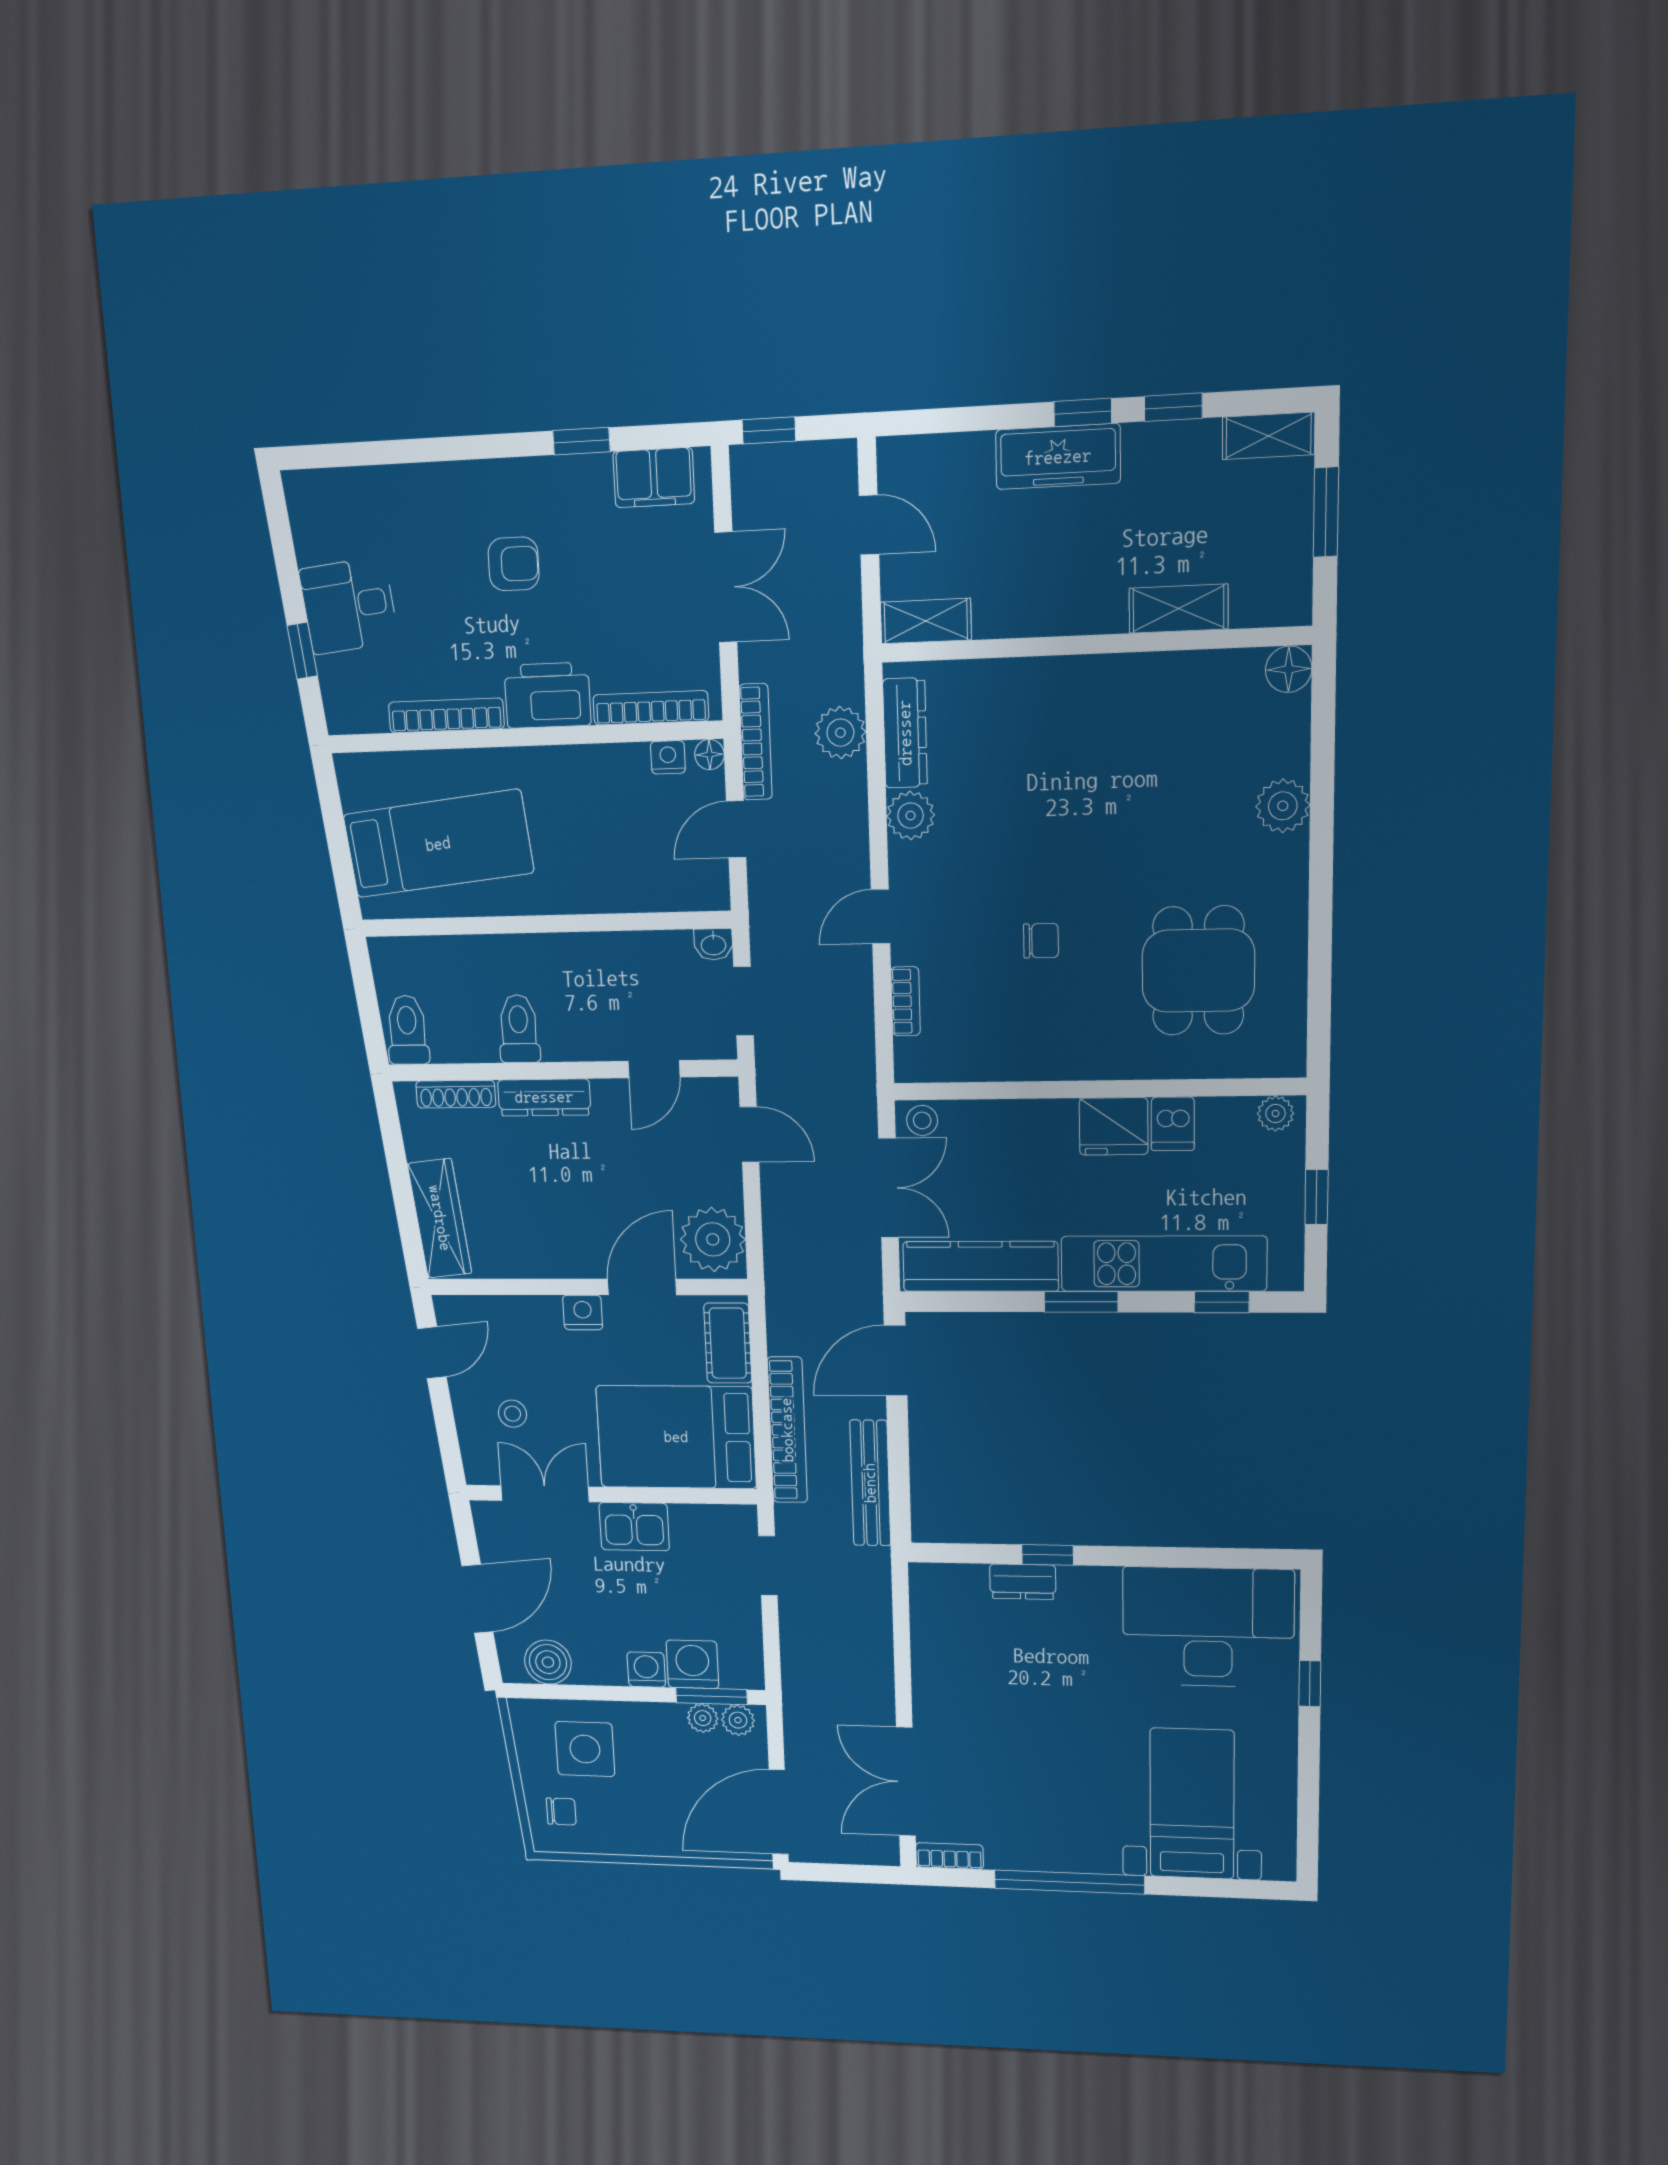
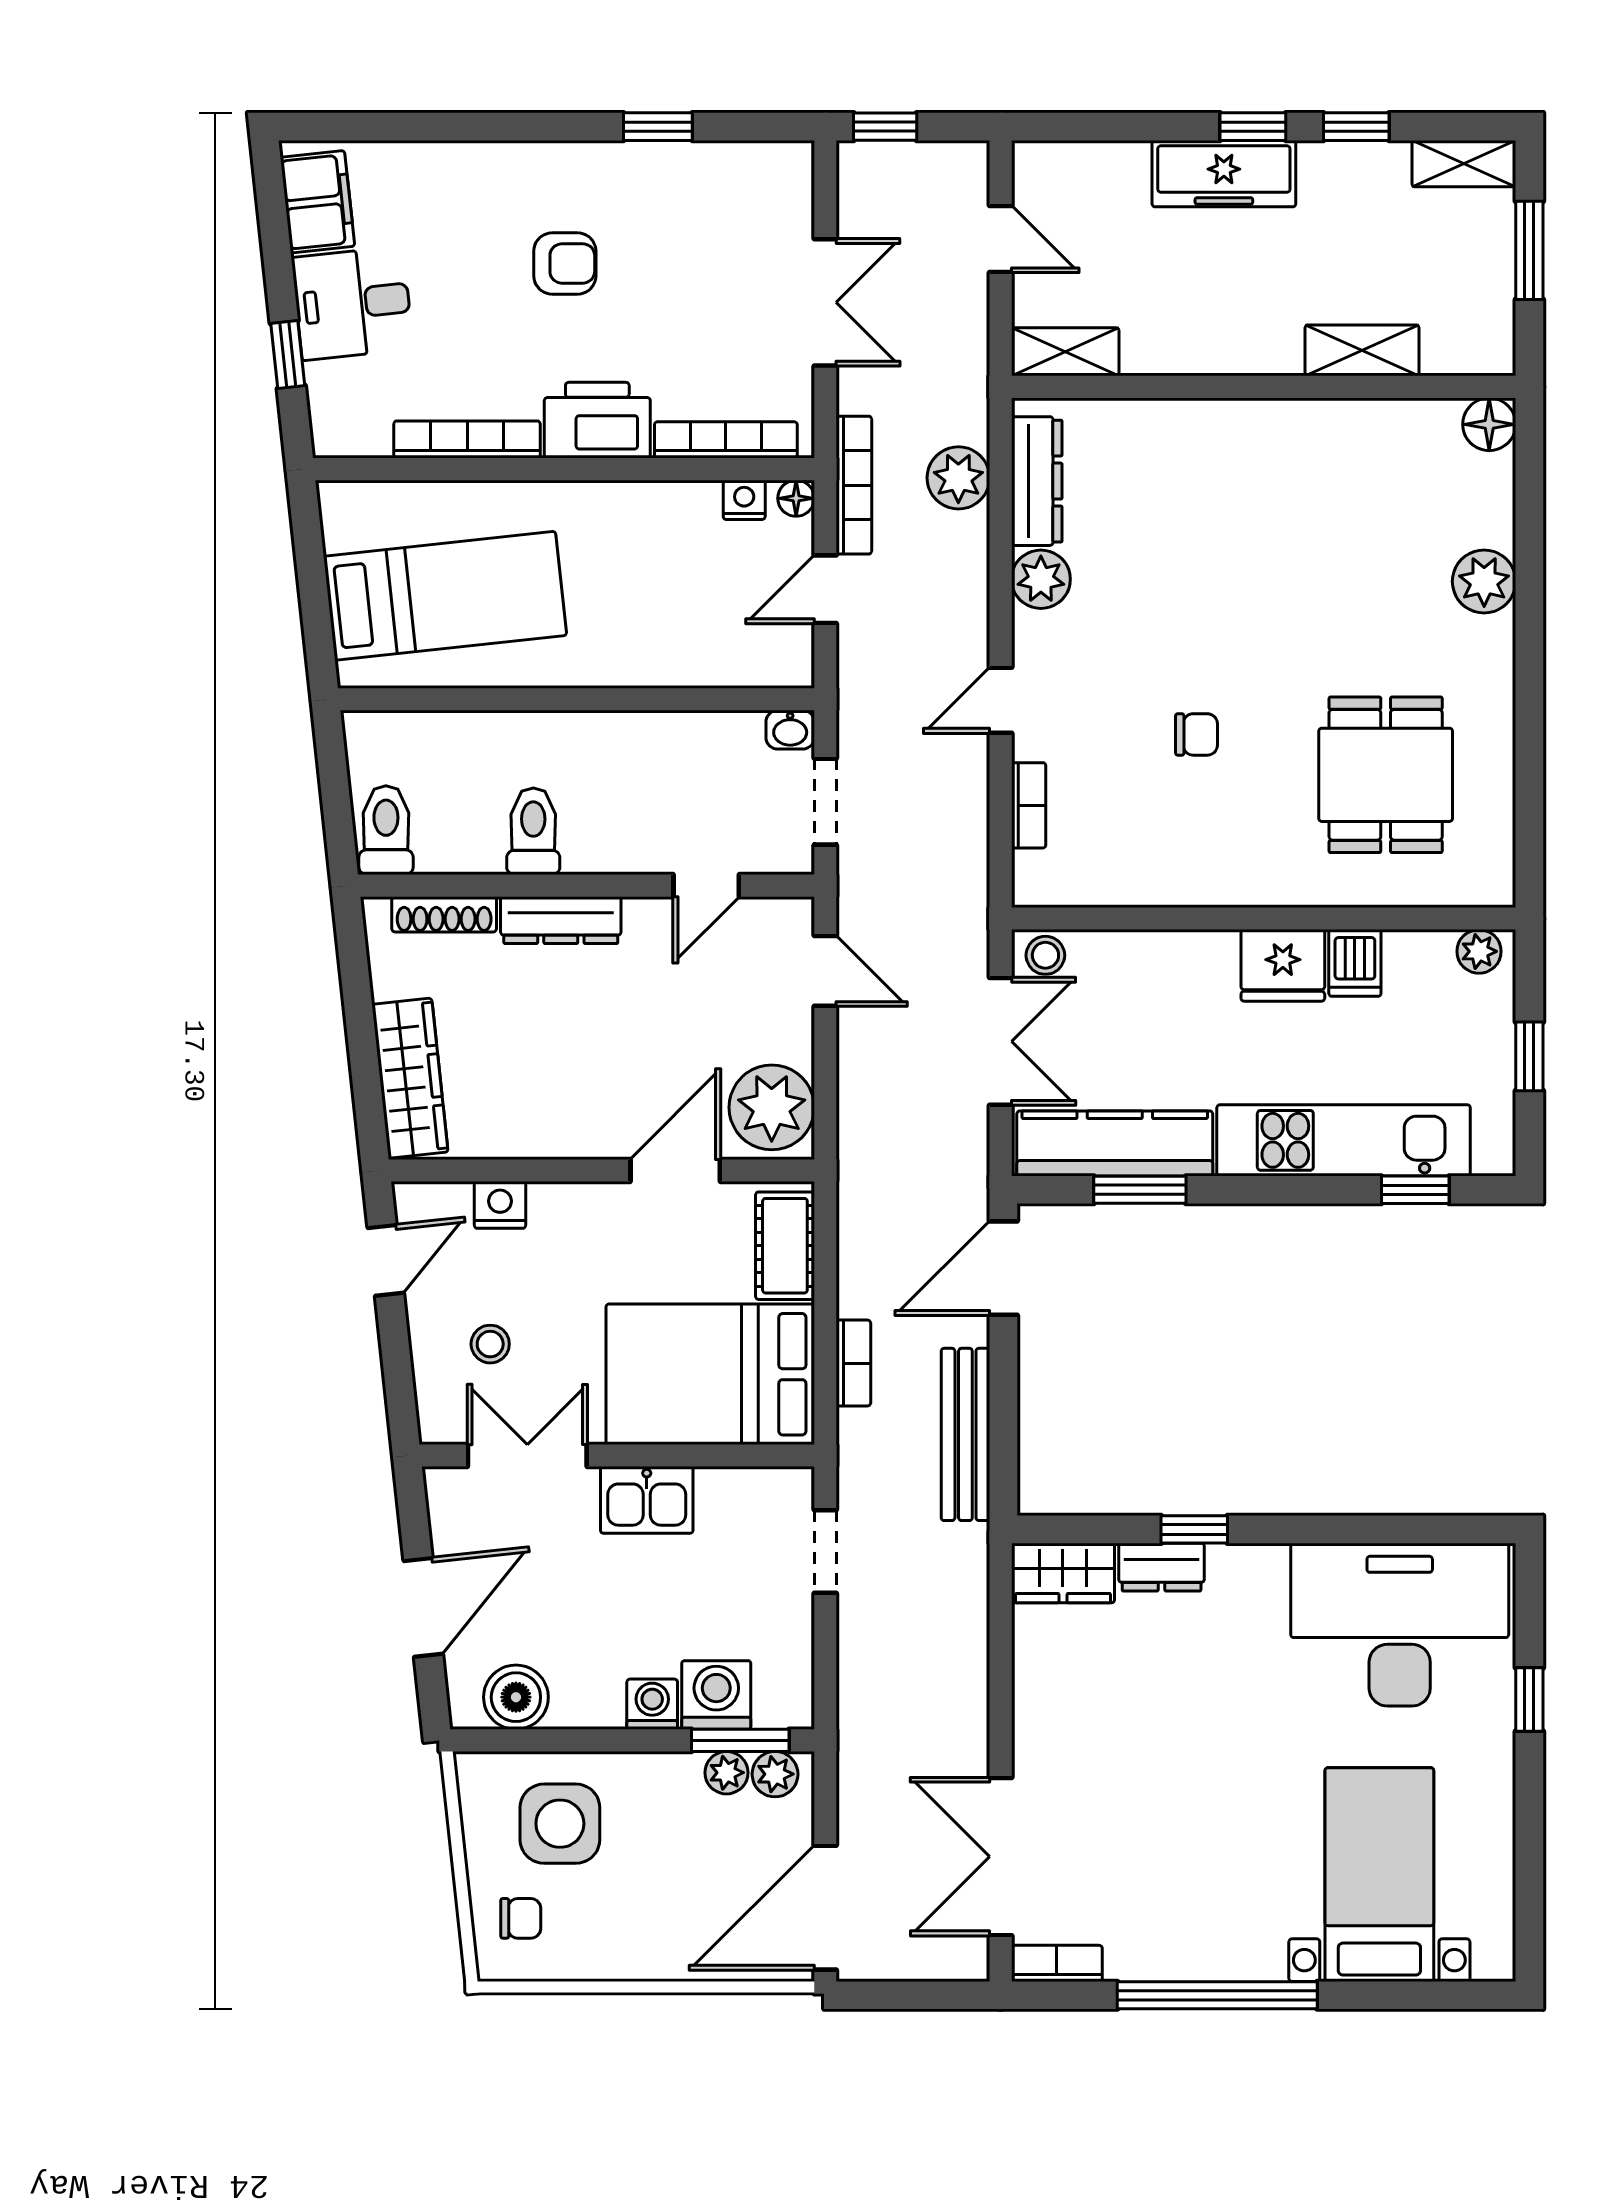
filing cabinet: (654, 478) -> (318, 202), moved, turned -96
window: (1081, 1302) -> (1140, 1190), moved
nightstand: (583, 1313) -> (500, 1205), moved
bookcase: (787, 1430) -> (853, 1363), width x0.43, depth x0.76
wardrobe: (947, 1584) -> (1063, 1573), added

